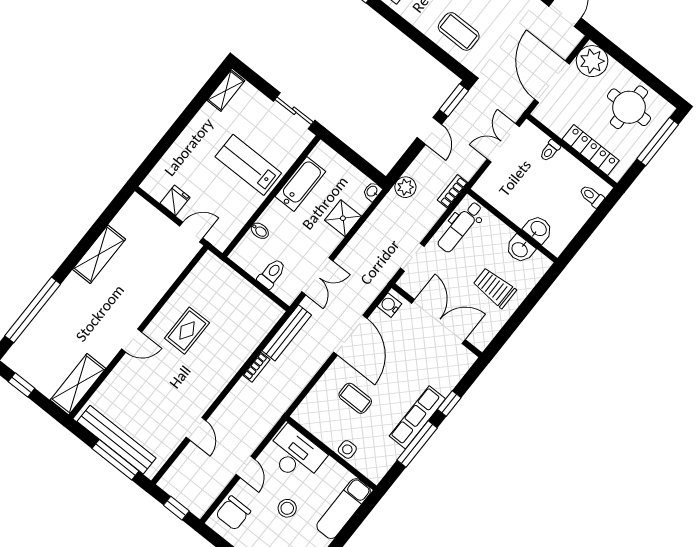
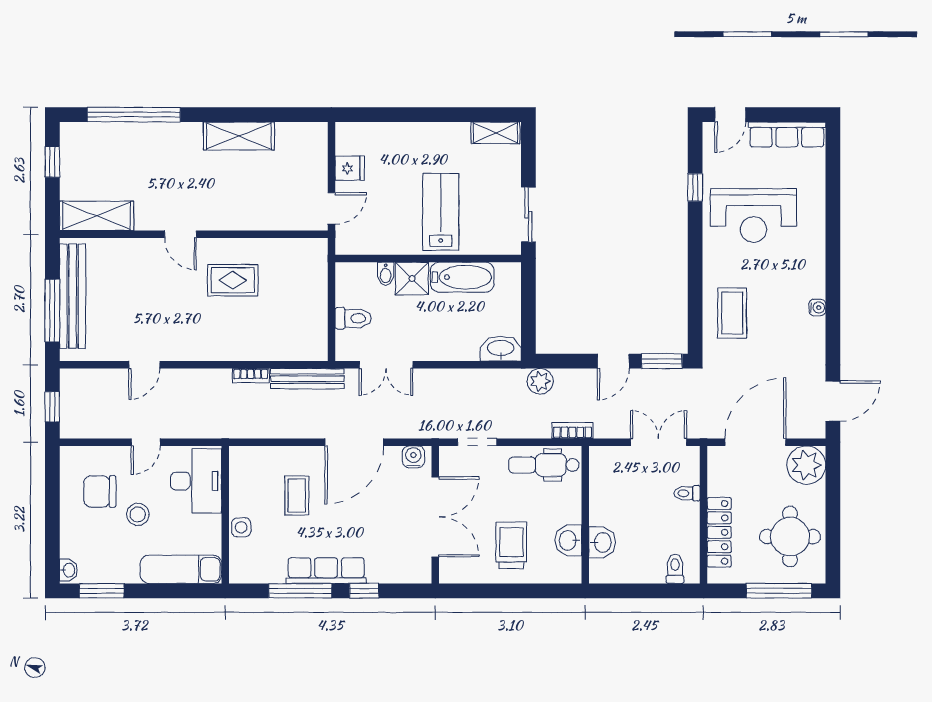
washbasin: (372, 191) -> (501, 349), width x1.91, depth x1.45
shower: (343, 218) -> (412, 279), moved
door: (191, 232) -> (331, 208), hinge flipped
chair: (233, 513) -> (100, 491), moved

